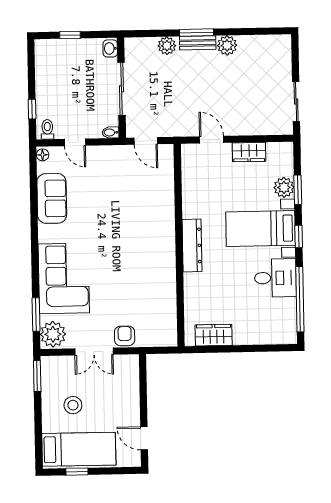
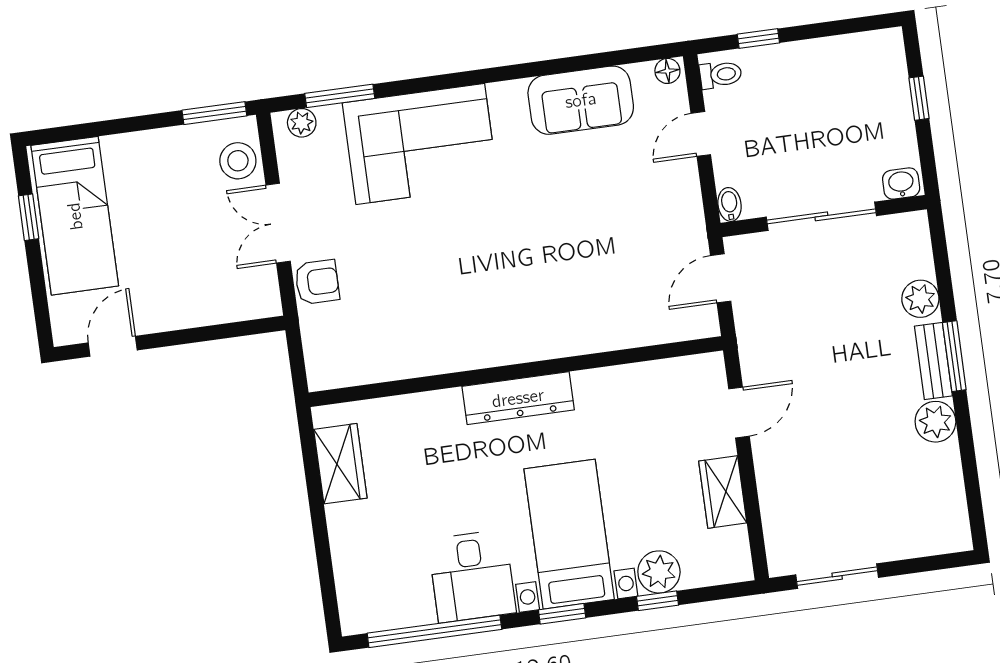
window: (298, 190) -> (657, 601), width x0.67
plant: (53, 334) -> (302, 123), width x0.53, depth x0.53
stool: (73, 405) -> (238, 161), moved

